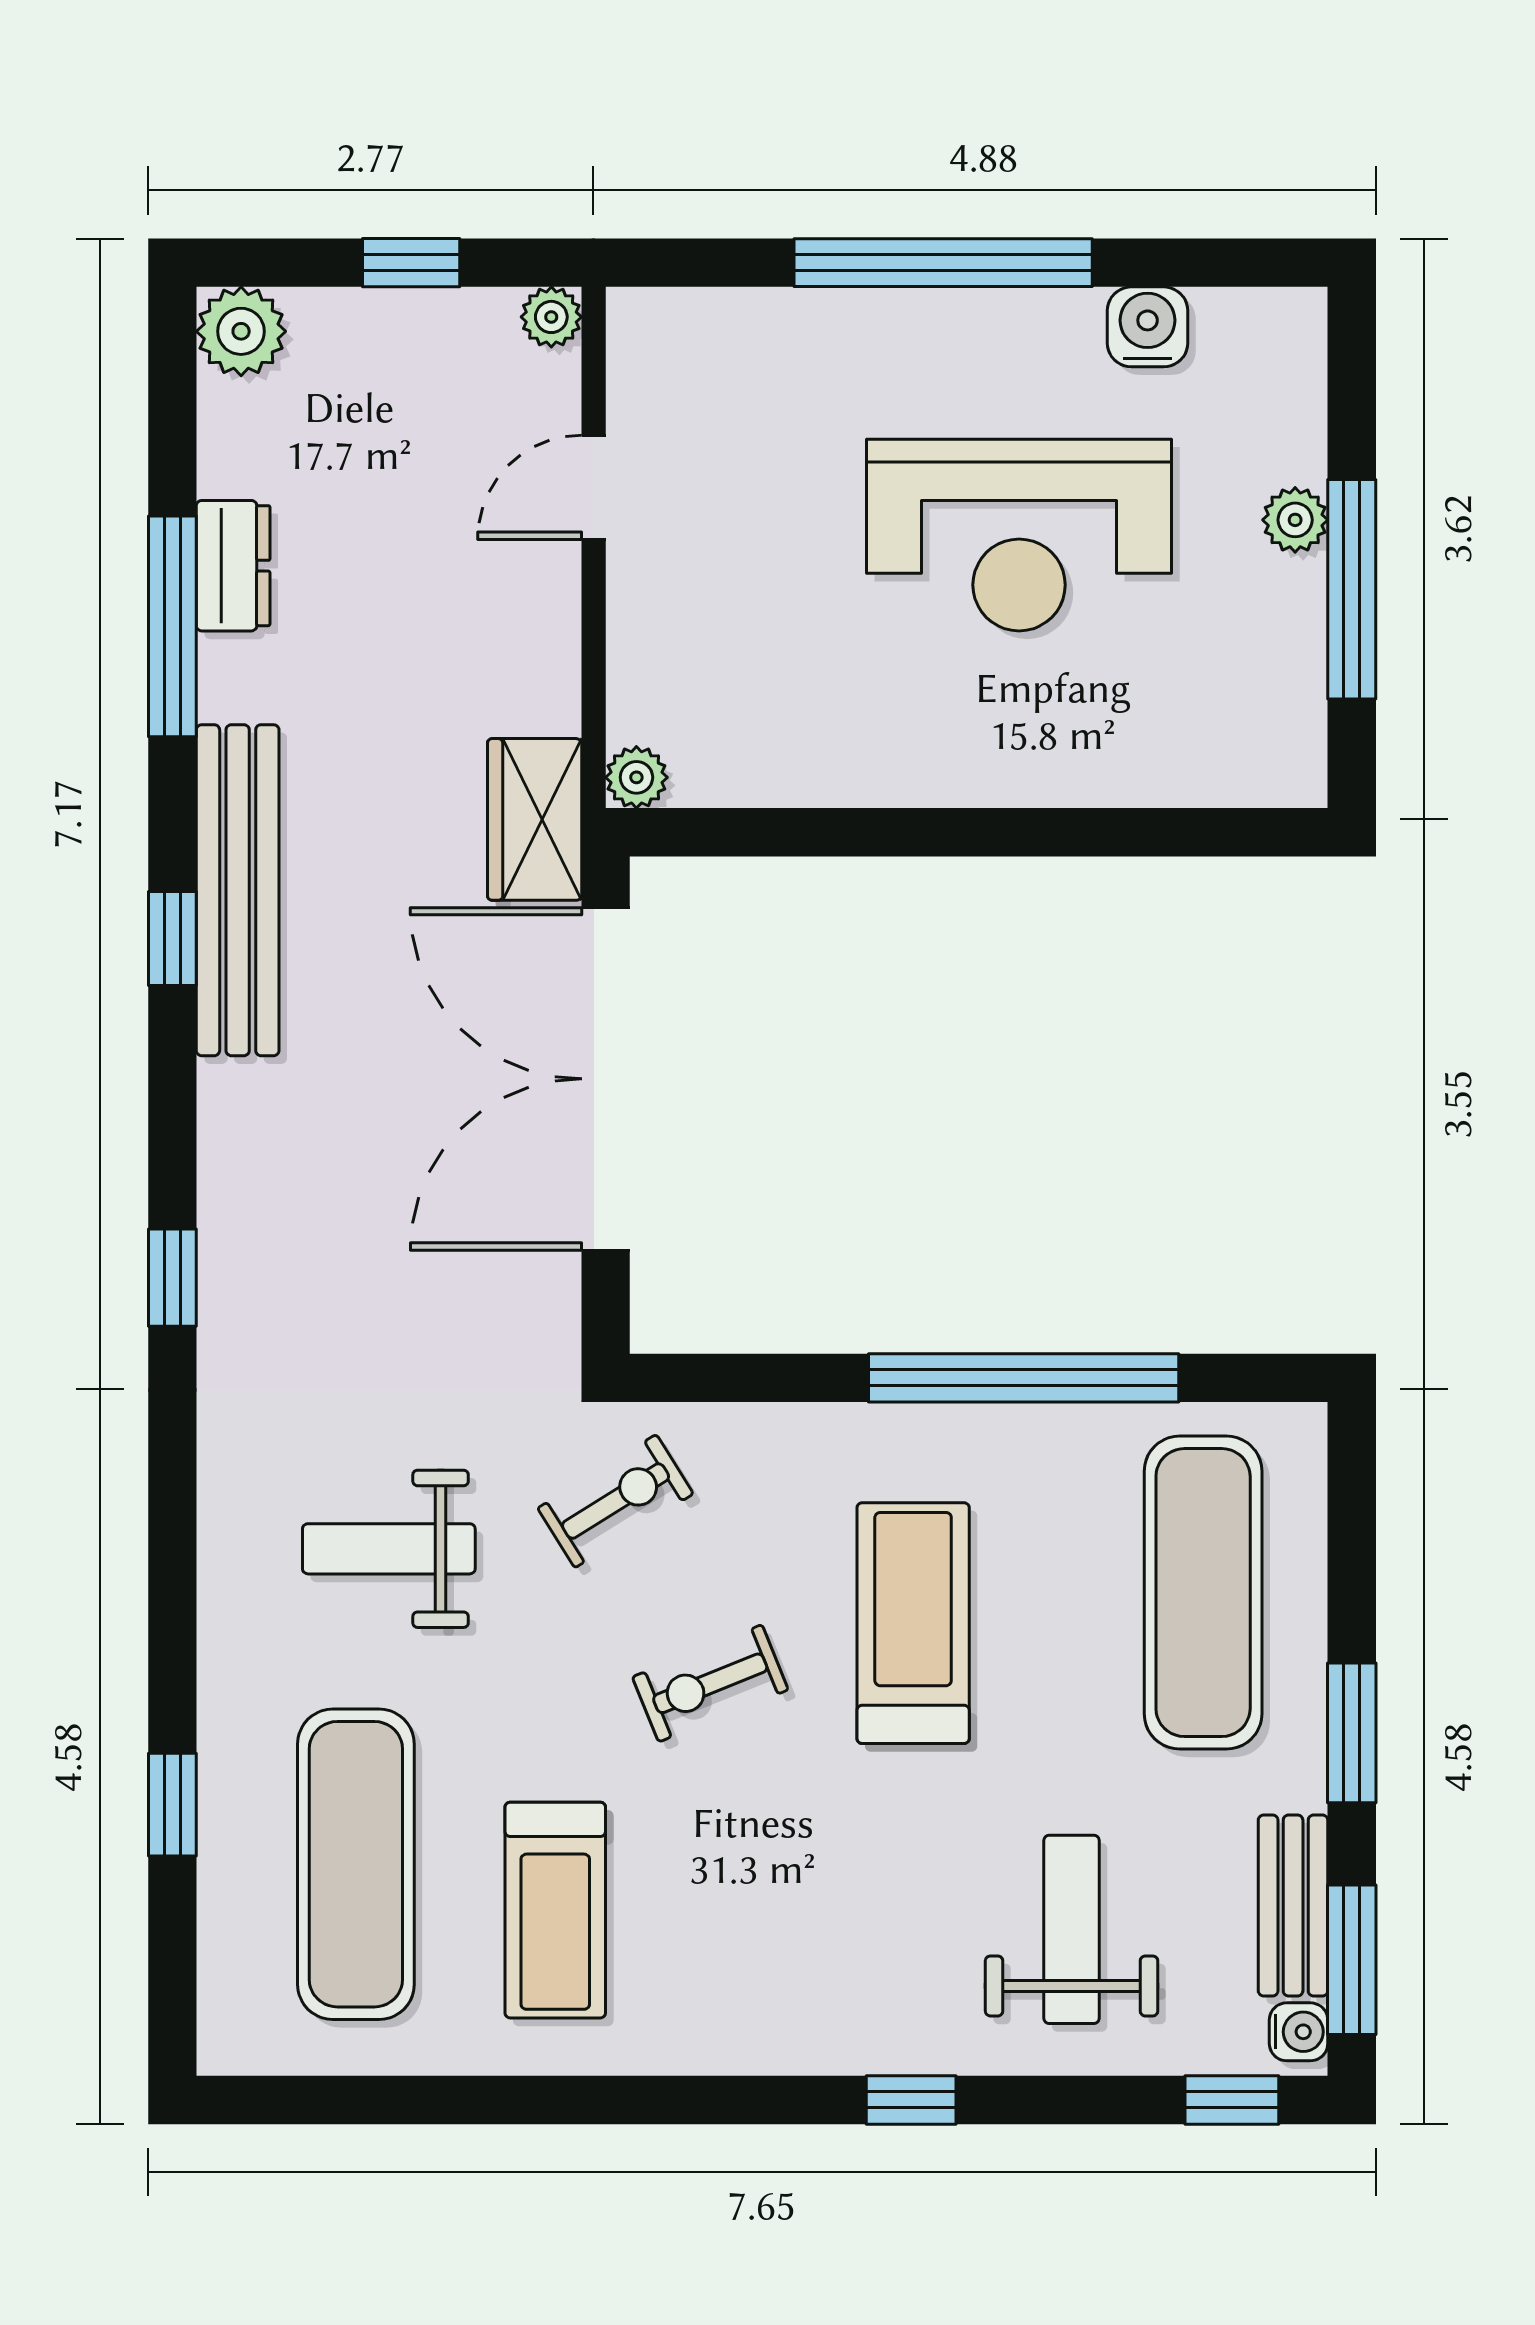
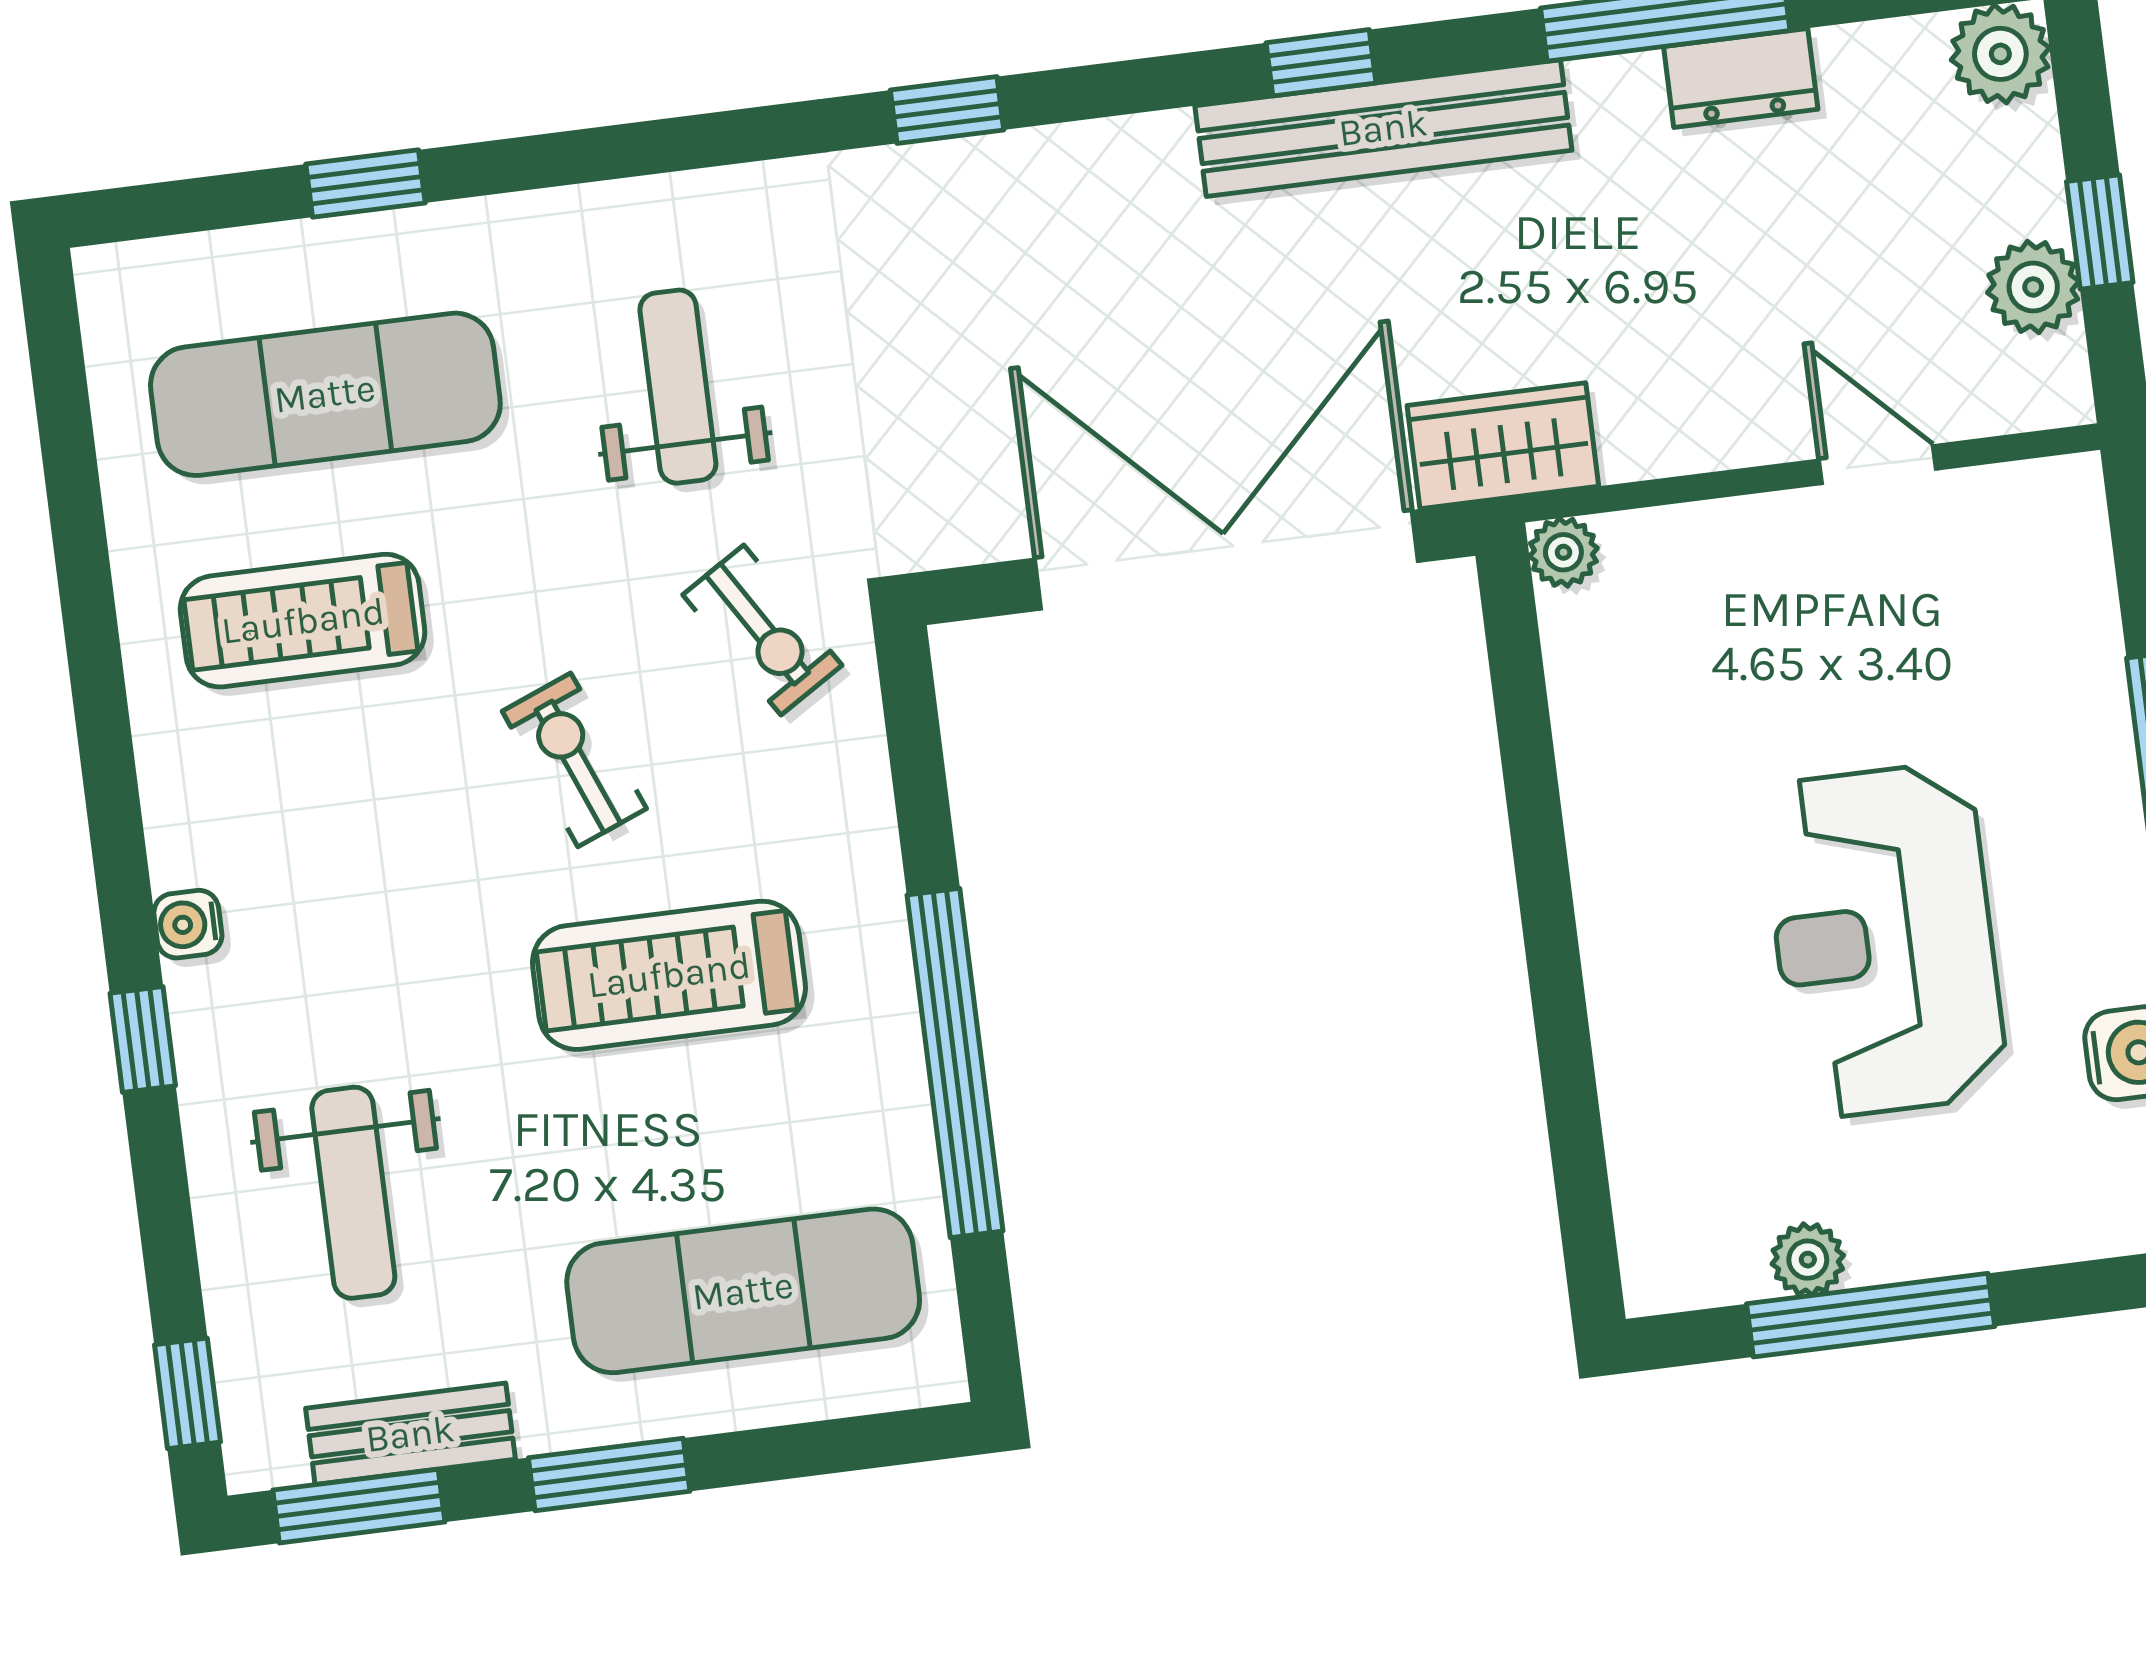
plant: (551, 317) -> (2033, 287), moved, width x1.38, depth x1.38
plant: (1295, 520) -> (1808, 1260), moved
treadmill: (913, 1623) -> (669, 975), turned 180
weight bench: (1072, 1929) -> (353, 1193), turned 90
water cooler: (1299, 2032) -> (188, 924), moved, turned 90

